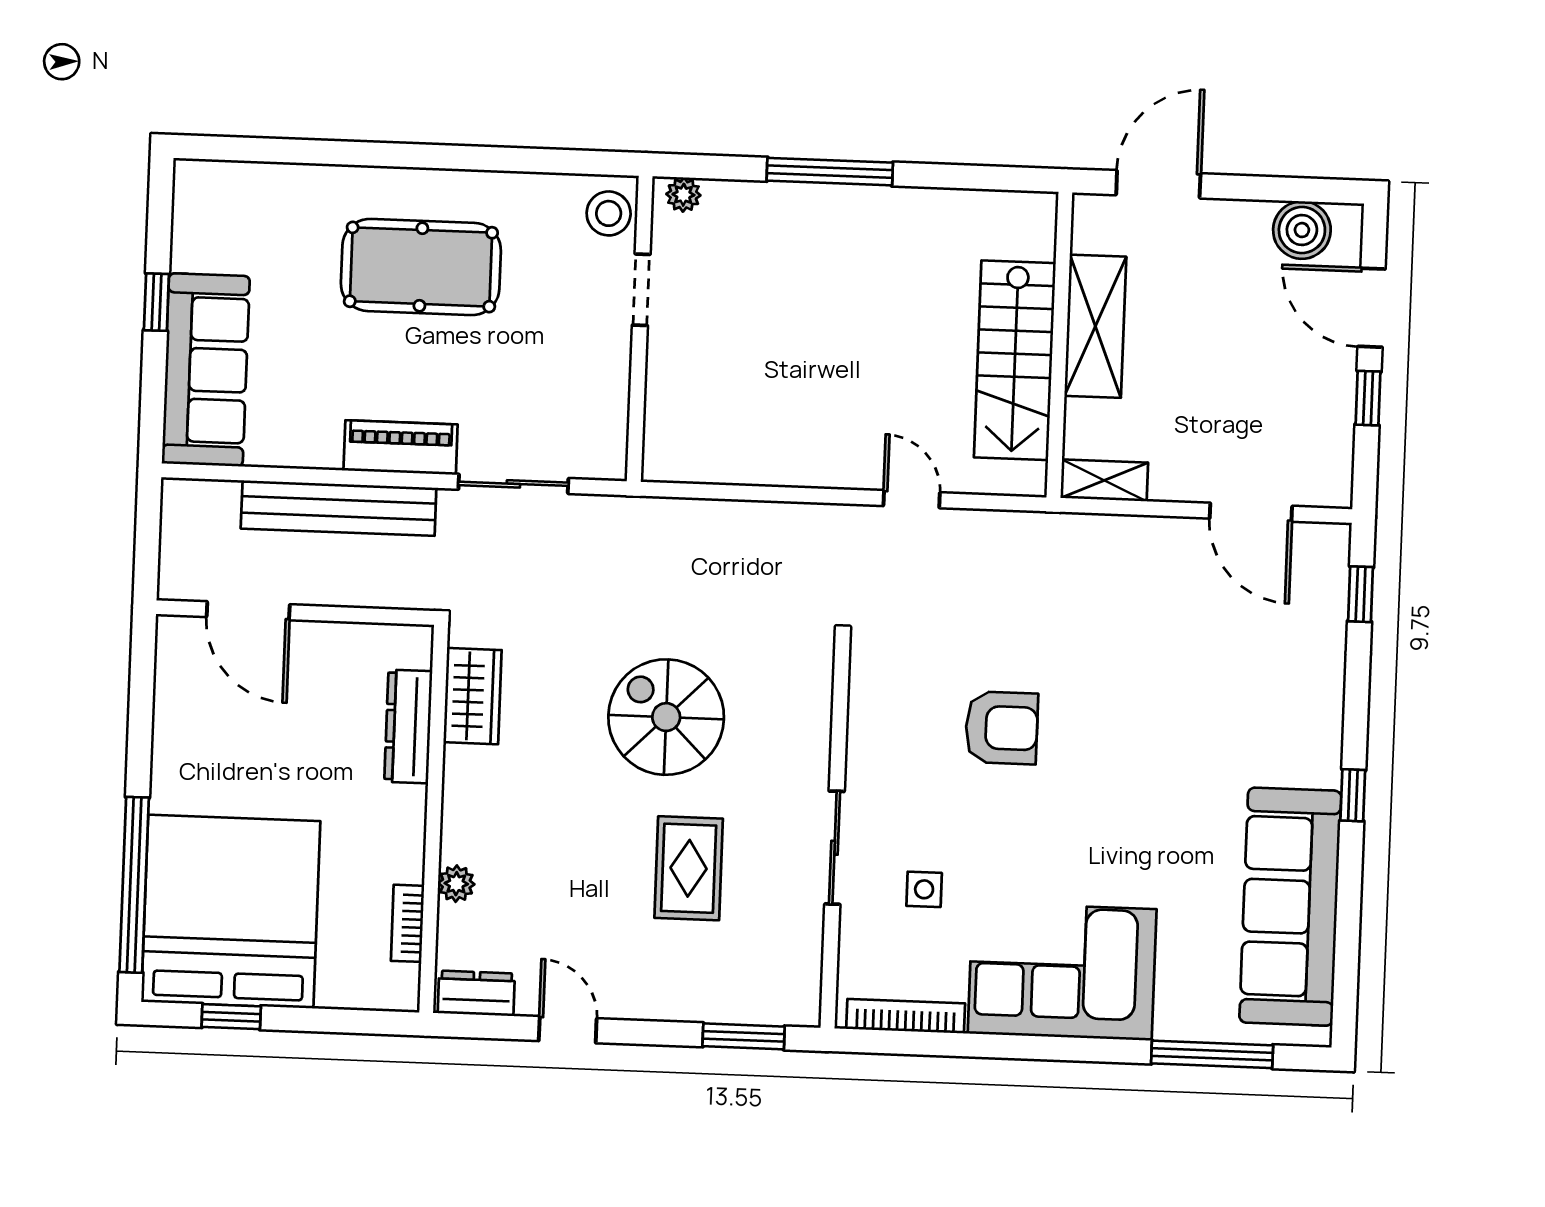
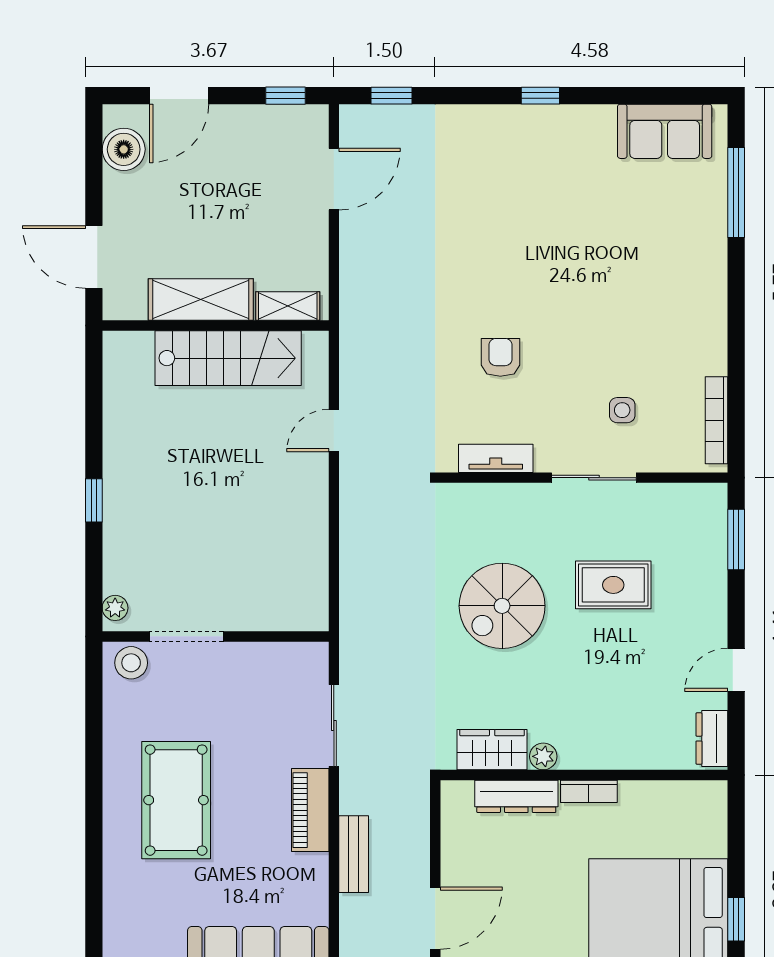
window: (830, 172) -> (94, 500), width x0.46
doorway: (641, 290) -> (187, 636), width x1.38
window: (1368, 398) -> (285, 96), moved
shelving: (1104, 480) -> (288, 306), moved, turned 90
bench: (339, 508) -> (354, 854), width x0.54, depth x0.82
tv unit: (866, 716) -> (496, 458), added
armchair: (1002, 728) -> (500, 357), width x0.72, depth x0.72
plant: (456, 884) -> (543, 756), moved
sofa: (1290, 907) -> (665, 131), width x0.54, depth x0.79
bookcase: (407, 923) -> (589, 791), moved
corner sofa: (1062, 971) -> (679, 306), removed

